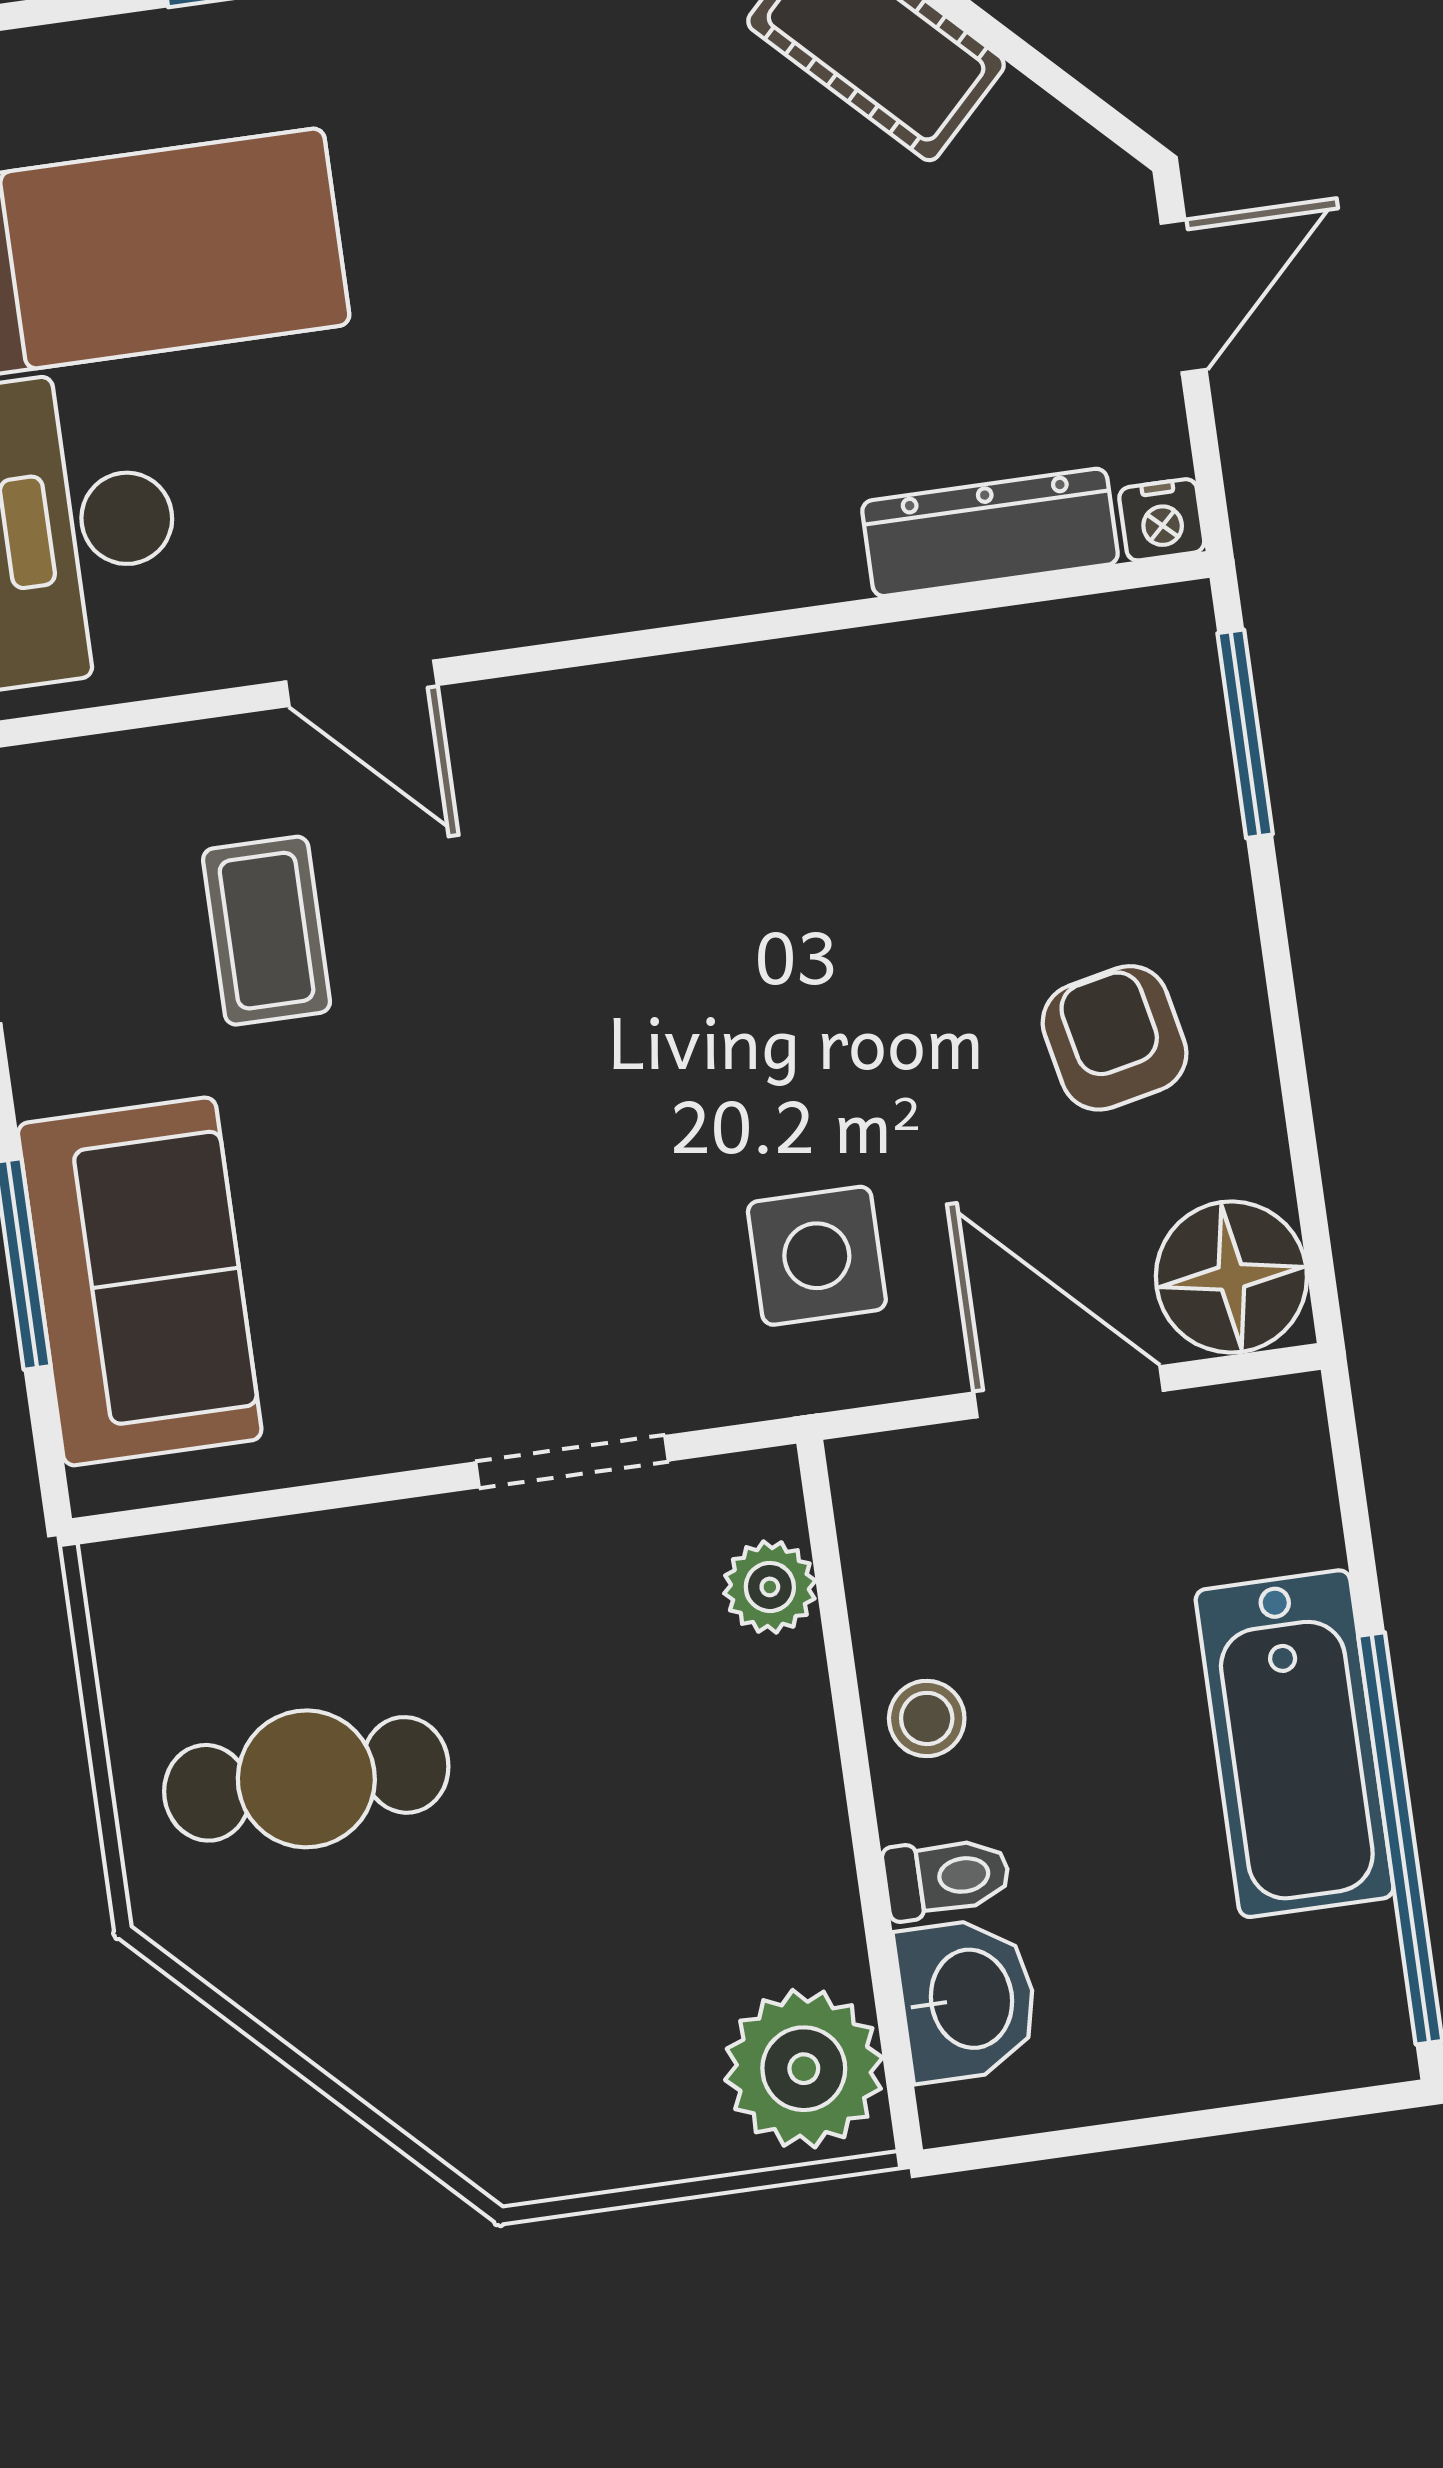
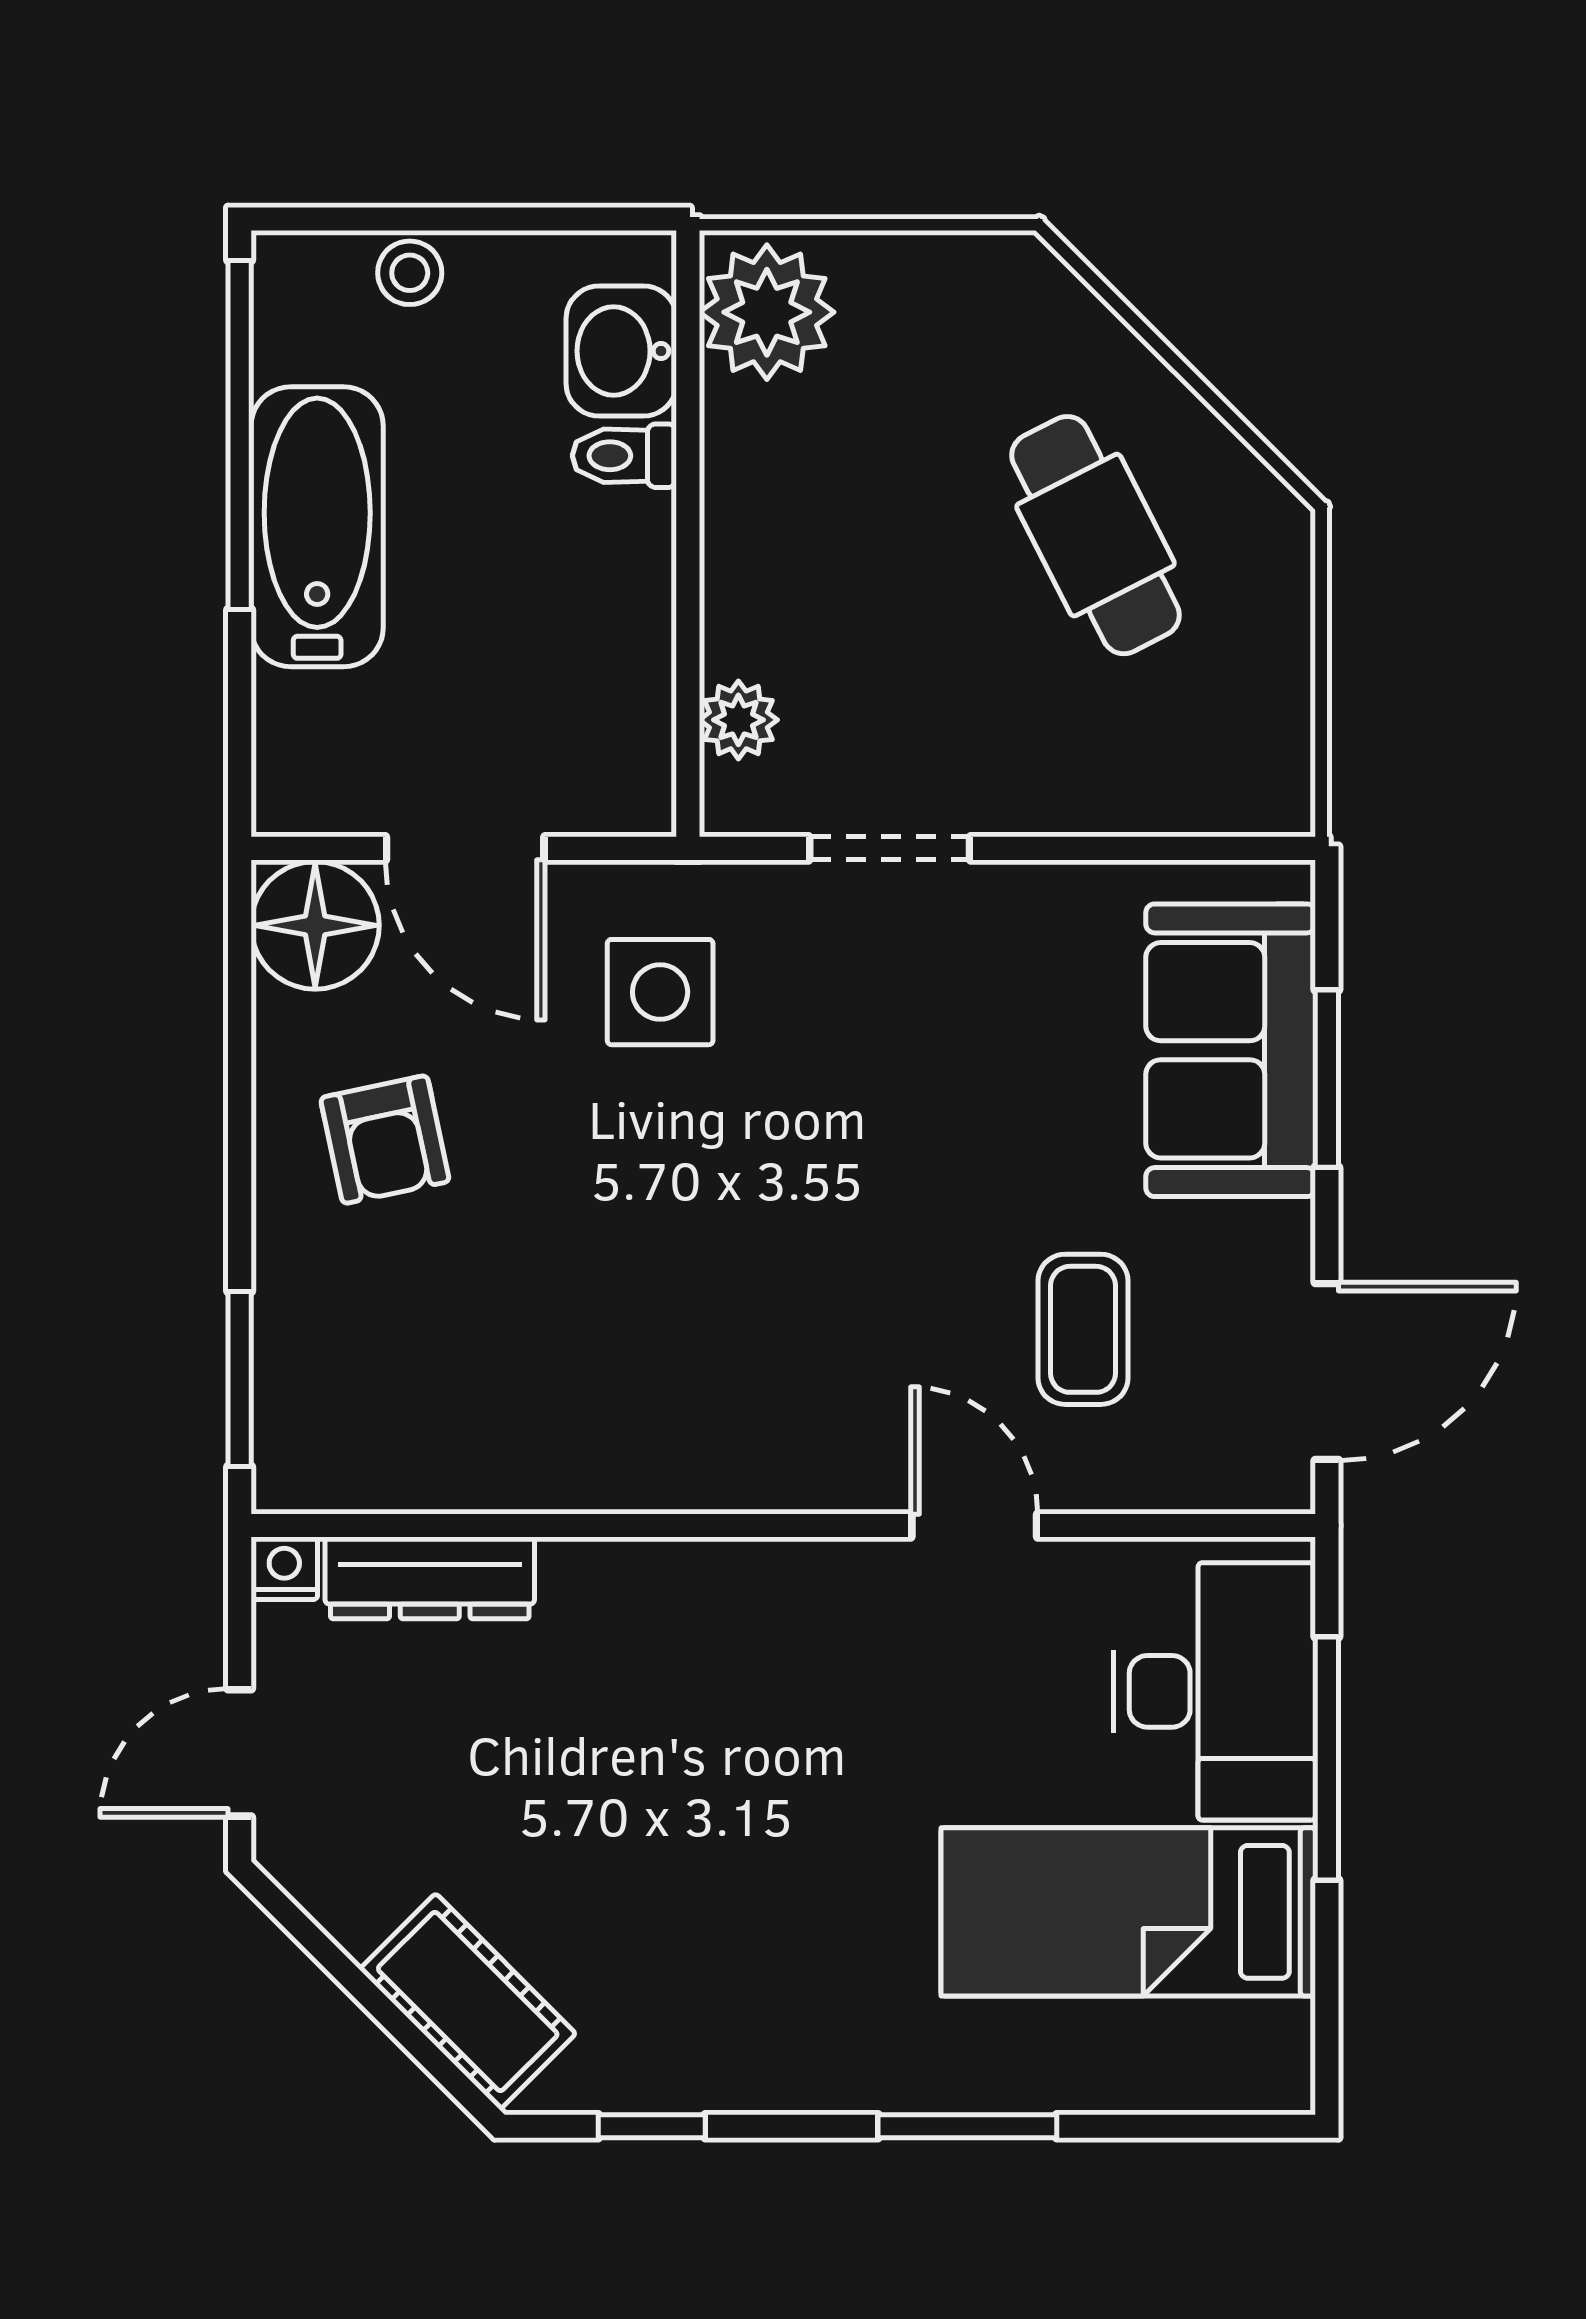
stool: (927, 1718) -> (410, 273), moved
cafe table: (306, 1779) -> (1096, 535), moved, turned 63

